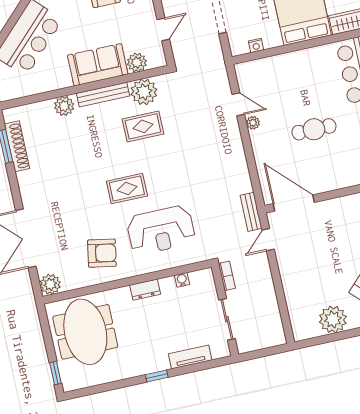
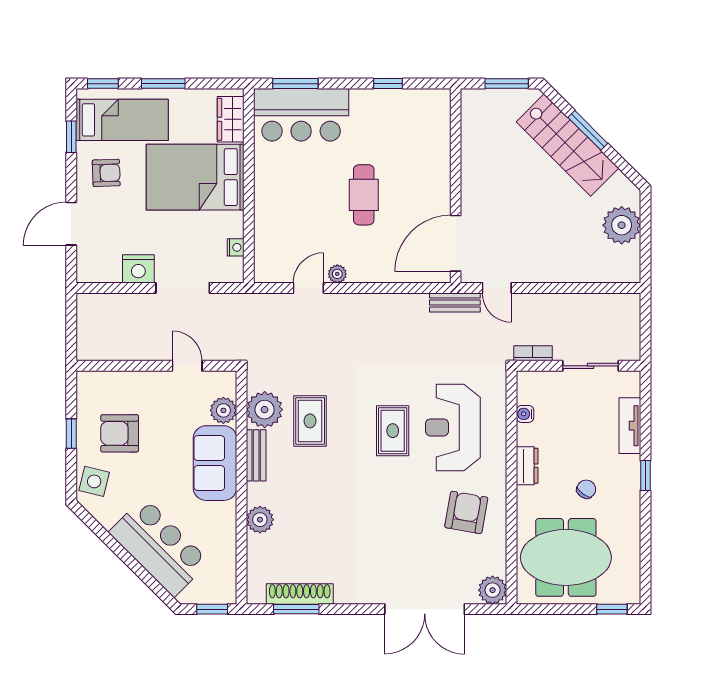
bench: (103, 95) -> (256, 455), width x0.73
rug: (127, 189) -> (393, 431), moved
reception desk: (161, 230) -> (453, 427), turned 180
chair: (138, 336) -> (586, 489), added

